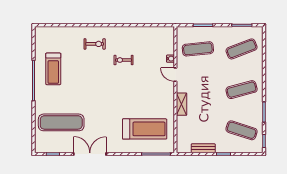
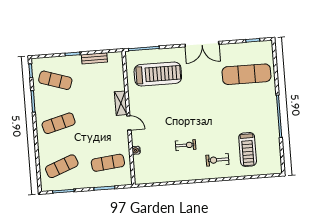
treadmill: (53, 69) -> (248, 149), moved, turned 180
door: (175, 75) -> (129, 123), moved
treadmill: (145, 129) -> (158, 74), turned 180
double door: (90, 154) -> (202, 44), moved

